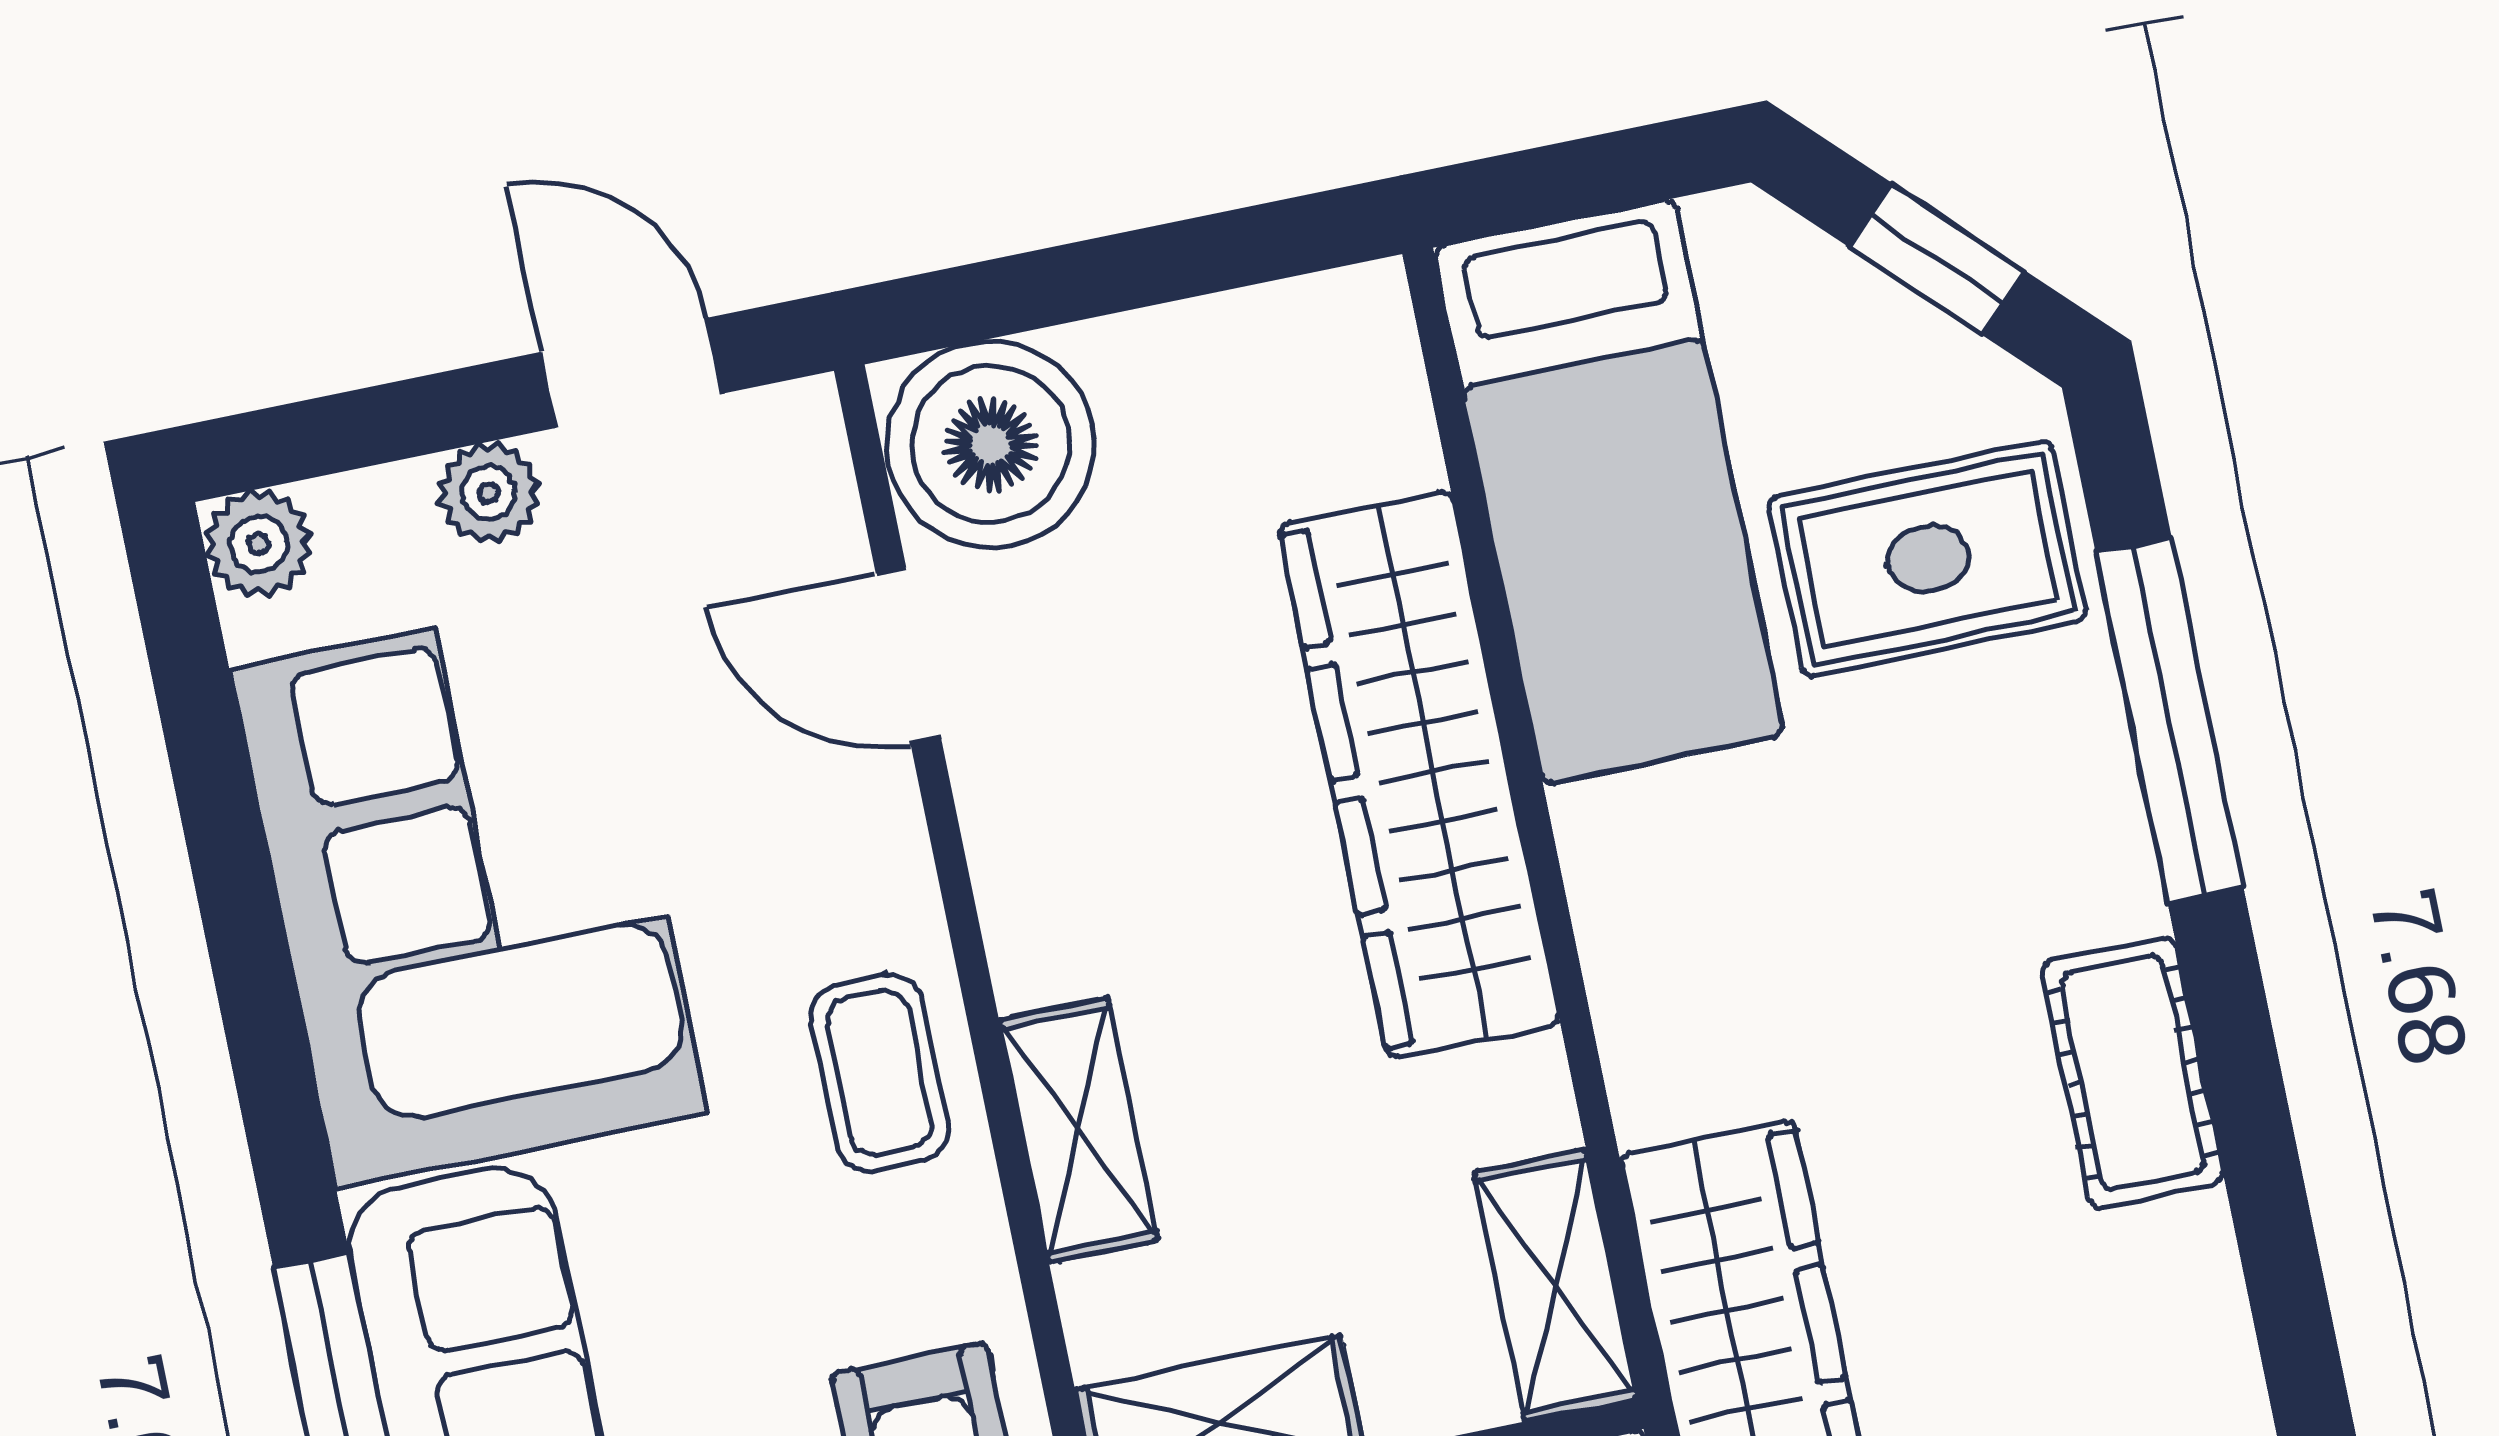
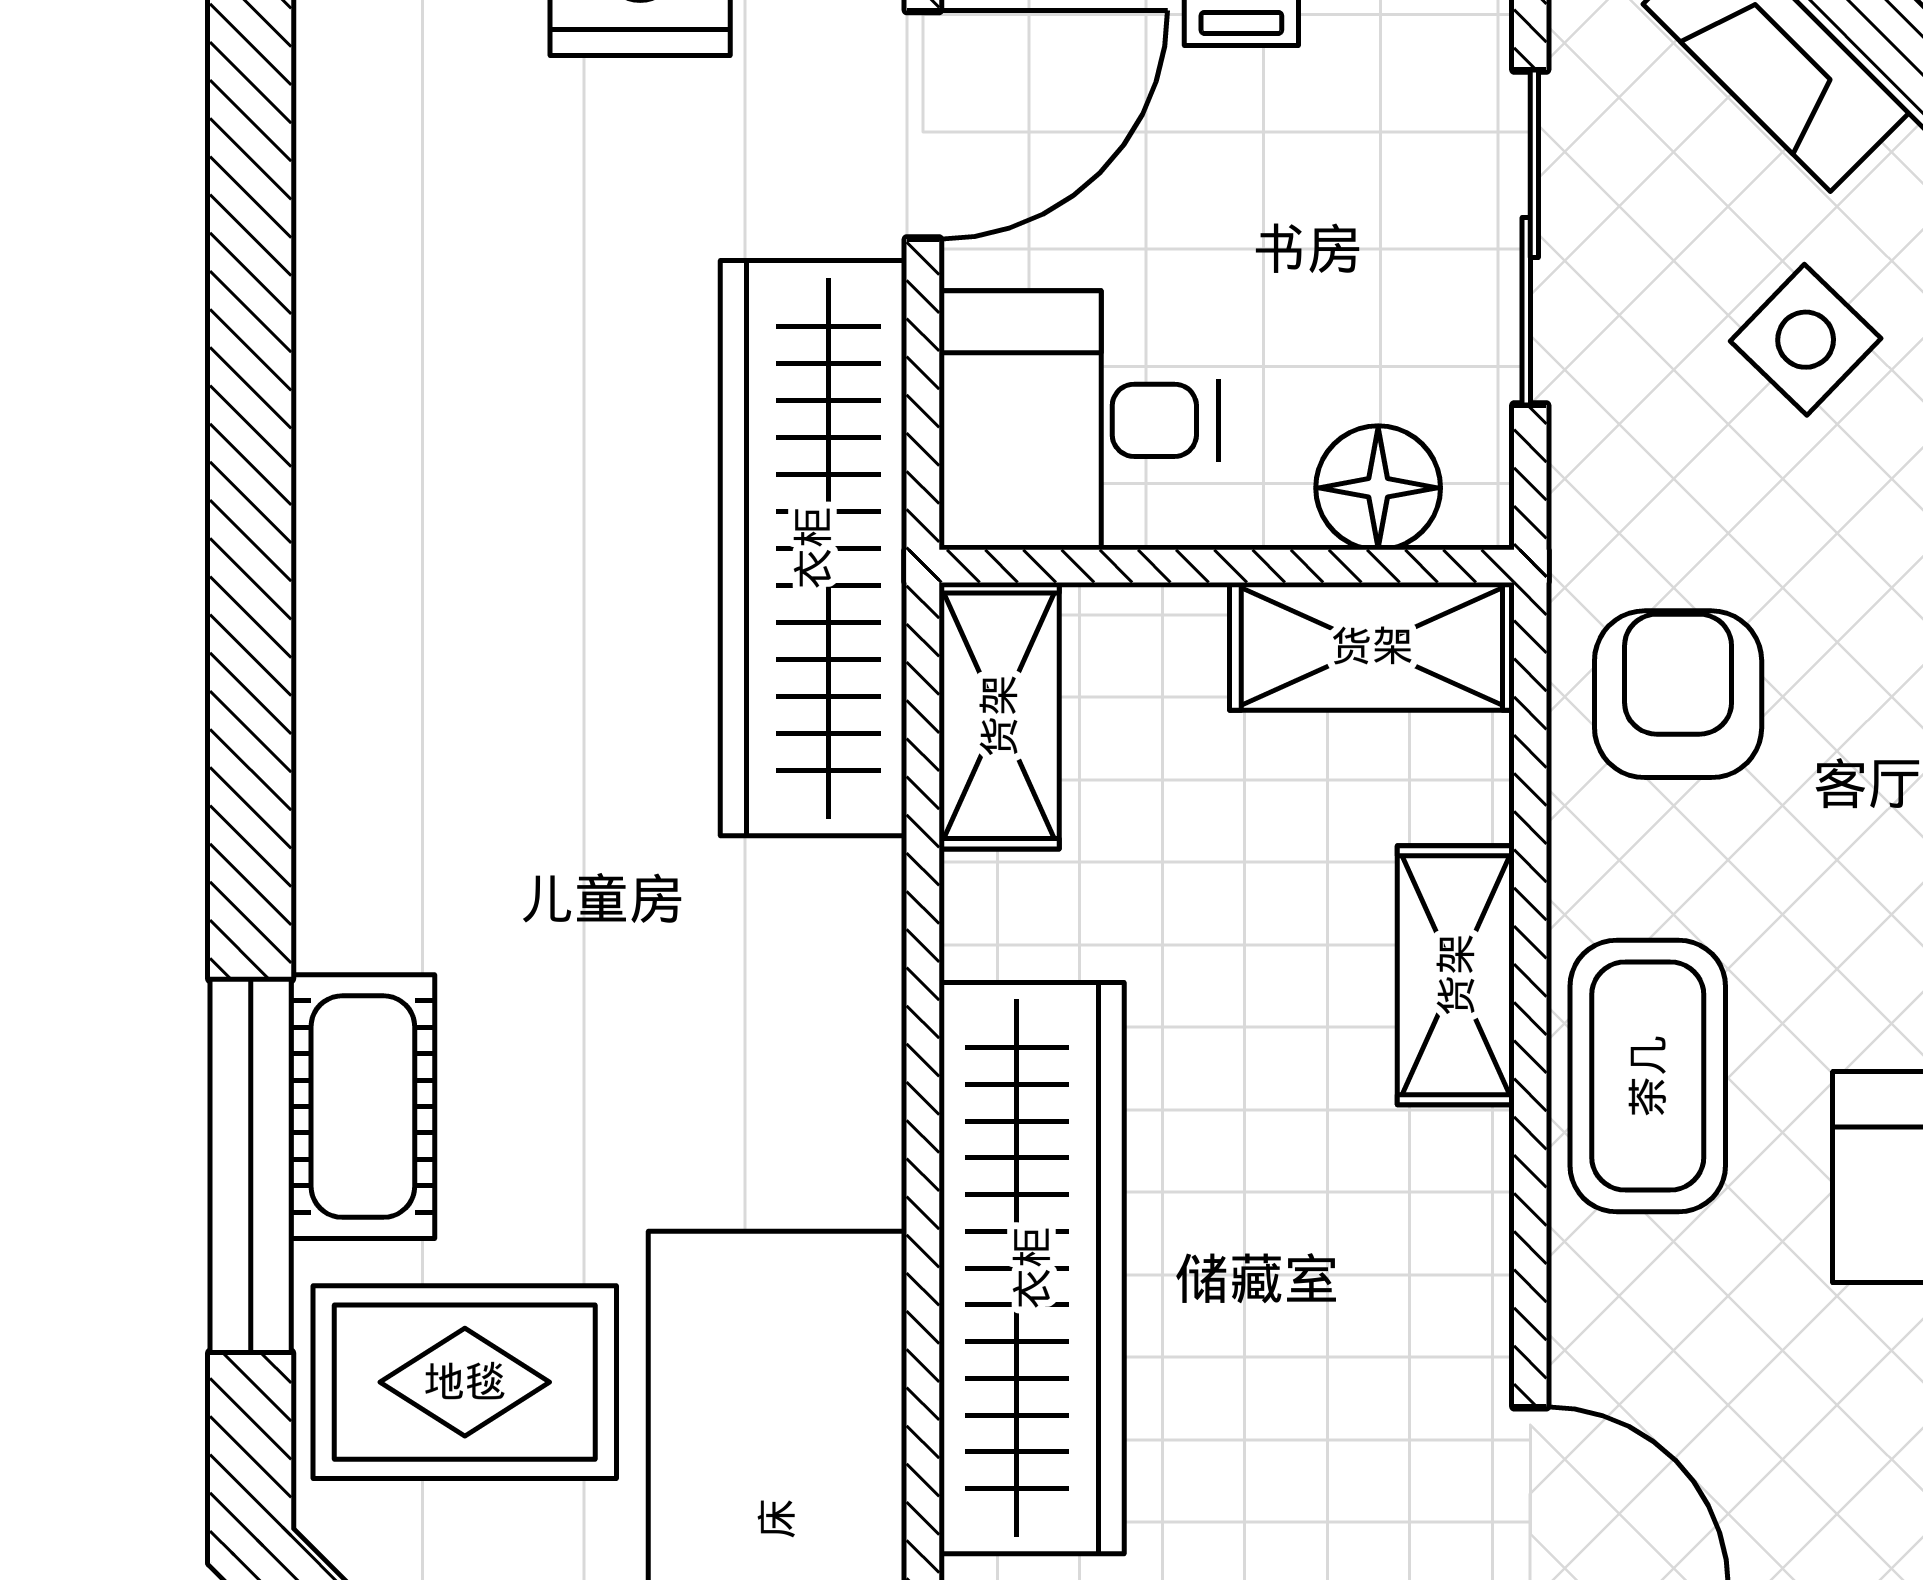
coffee table: (879, 1073) -> (1648, 1076), width x1.36, depth x1.30
cot: (2133, 1073) -> (363, 1107), moved

